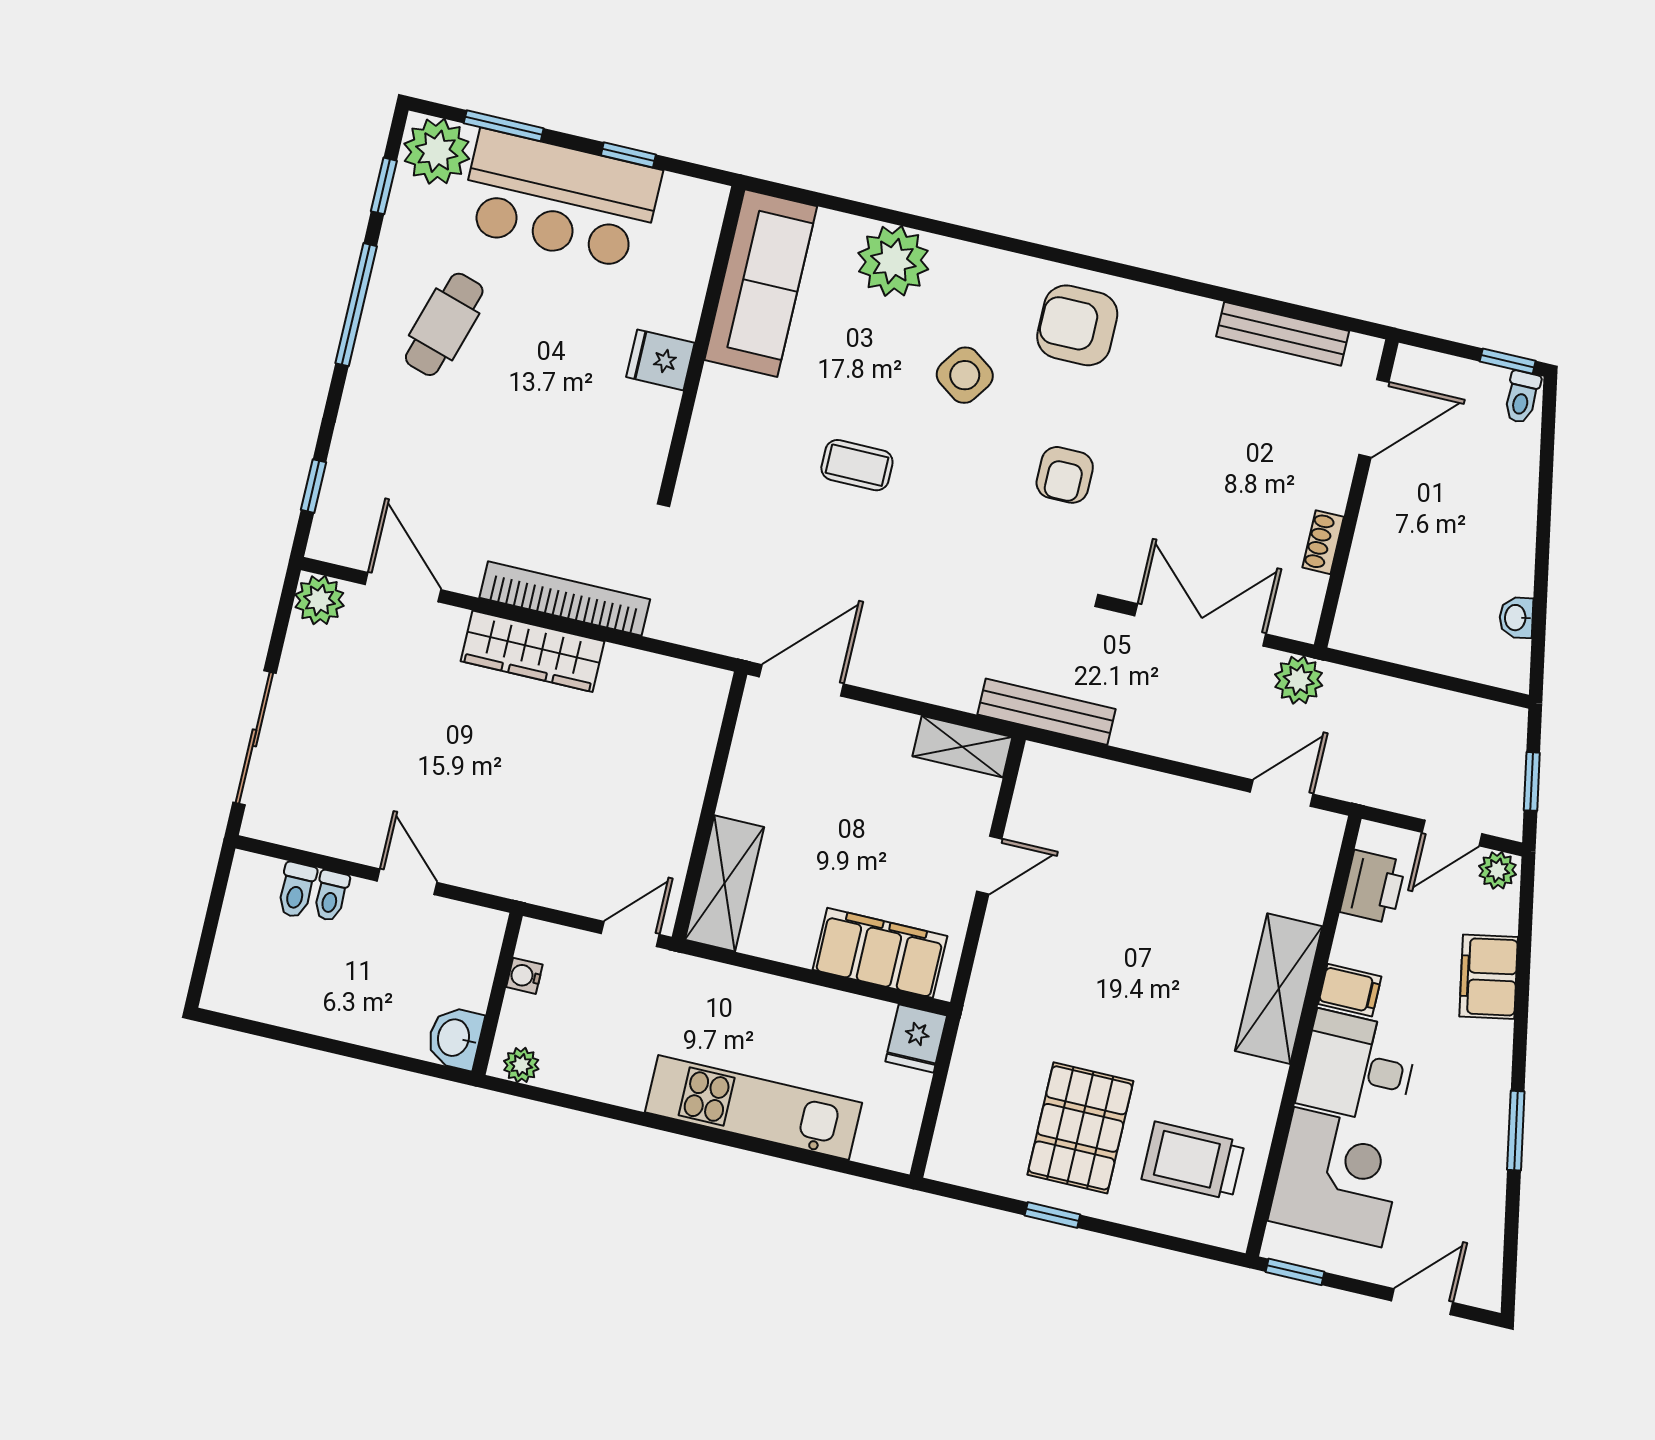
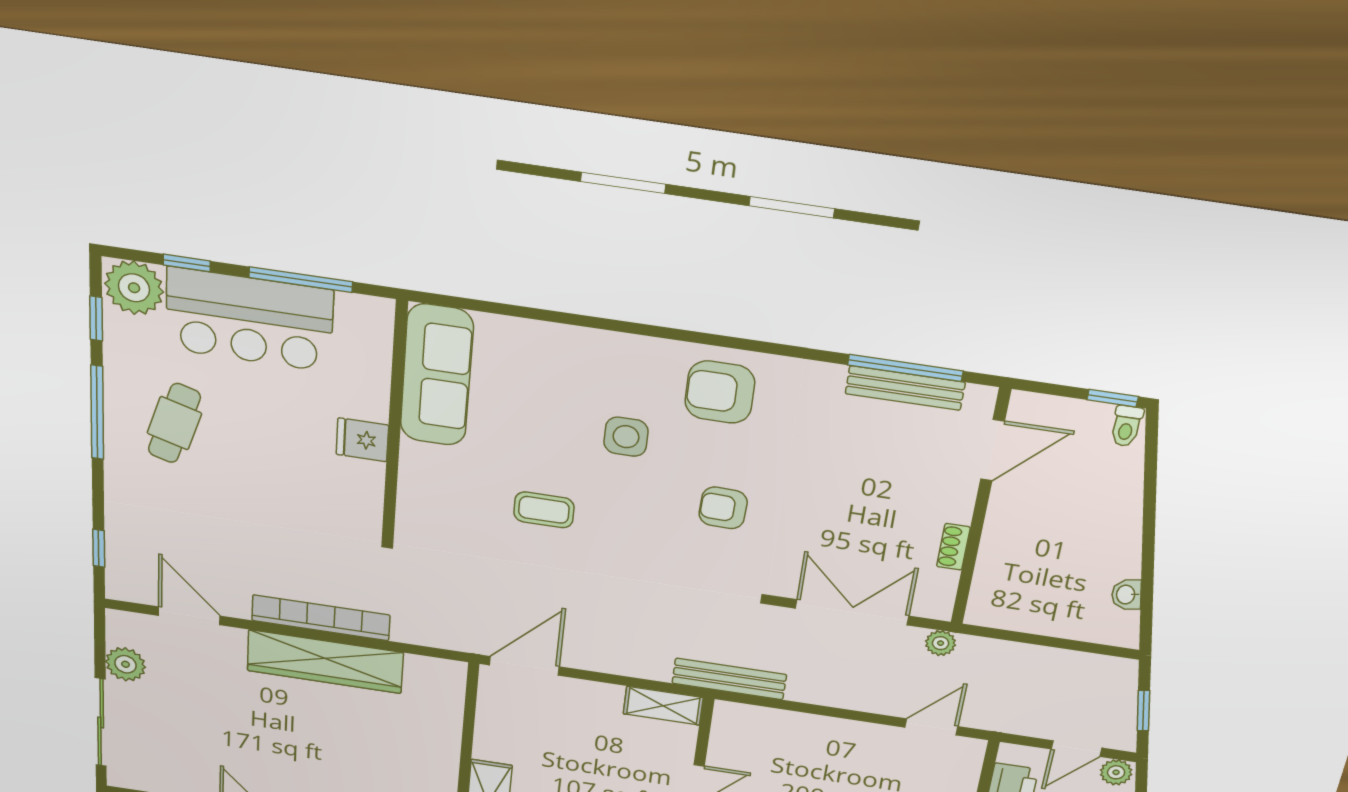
window: (504, 126) -> (187, 263), width x0.67
window: (628, 155) -> (301, 280), width x2.17
plant: (893, 261) -> (550, 351), removed
window: (1285, 309) -> (905, 368), added
side table: (965, 375) -> (626, 437), turned -35
armchair: (1065, 475) -> (723, 508), turned 92
plant: (319, 600) -> (126, 664), moved
wardrobe: (533, 651) -> (325, 662), width x1.40, depth x1.17
plant: (1299, 680) -> (941, 643), width x0.73, depth x0.73

